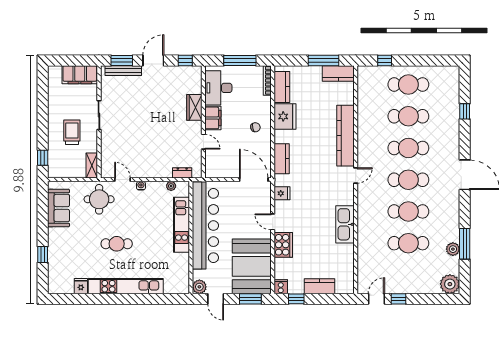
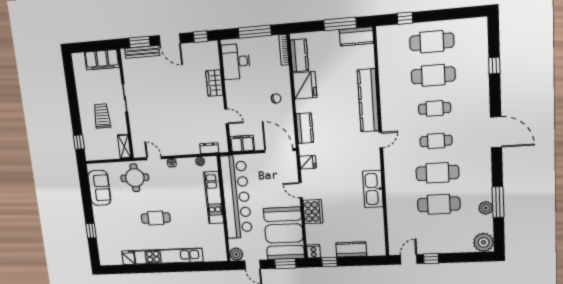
door: (153, 61) -> (170, 39), swing flipped
filing cabinet: (213, 118) -> (242, 144), moved, turned -90
cafe table: (408, 148) -> (435, 108), width x0.73, depth x0.74
cafe table: (408, 180) -> (436, 141), width x0.73, depth x0.74

